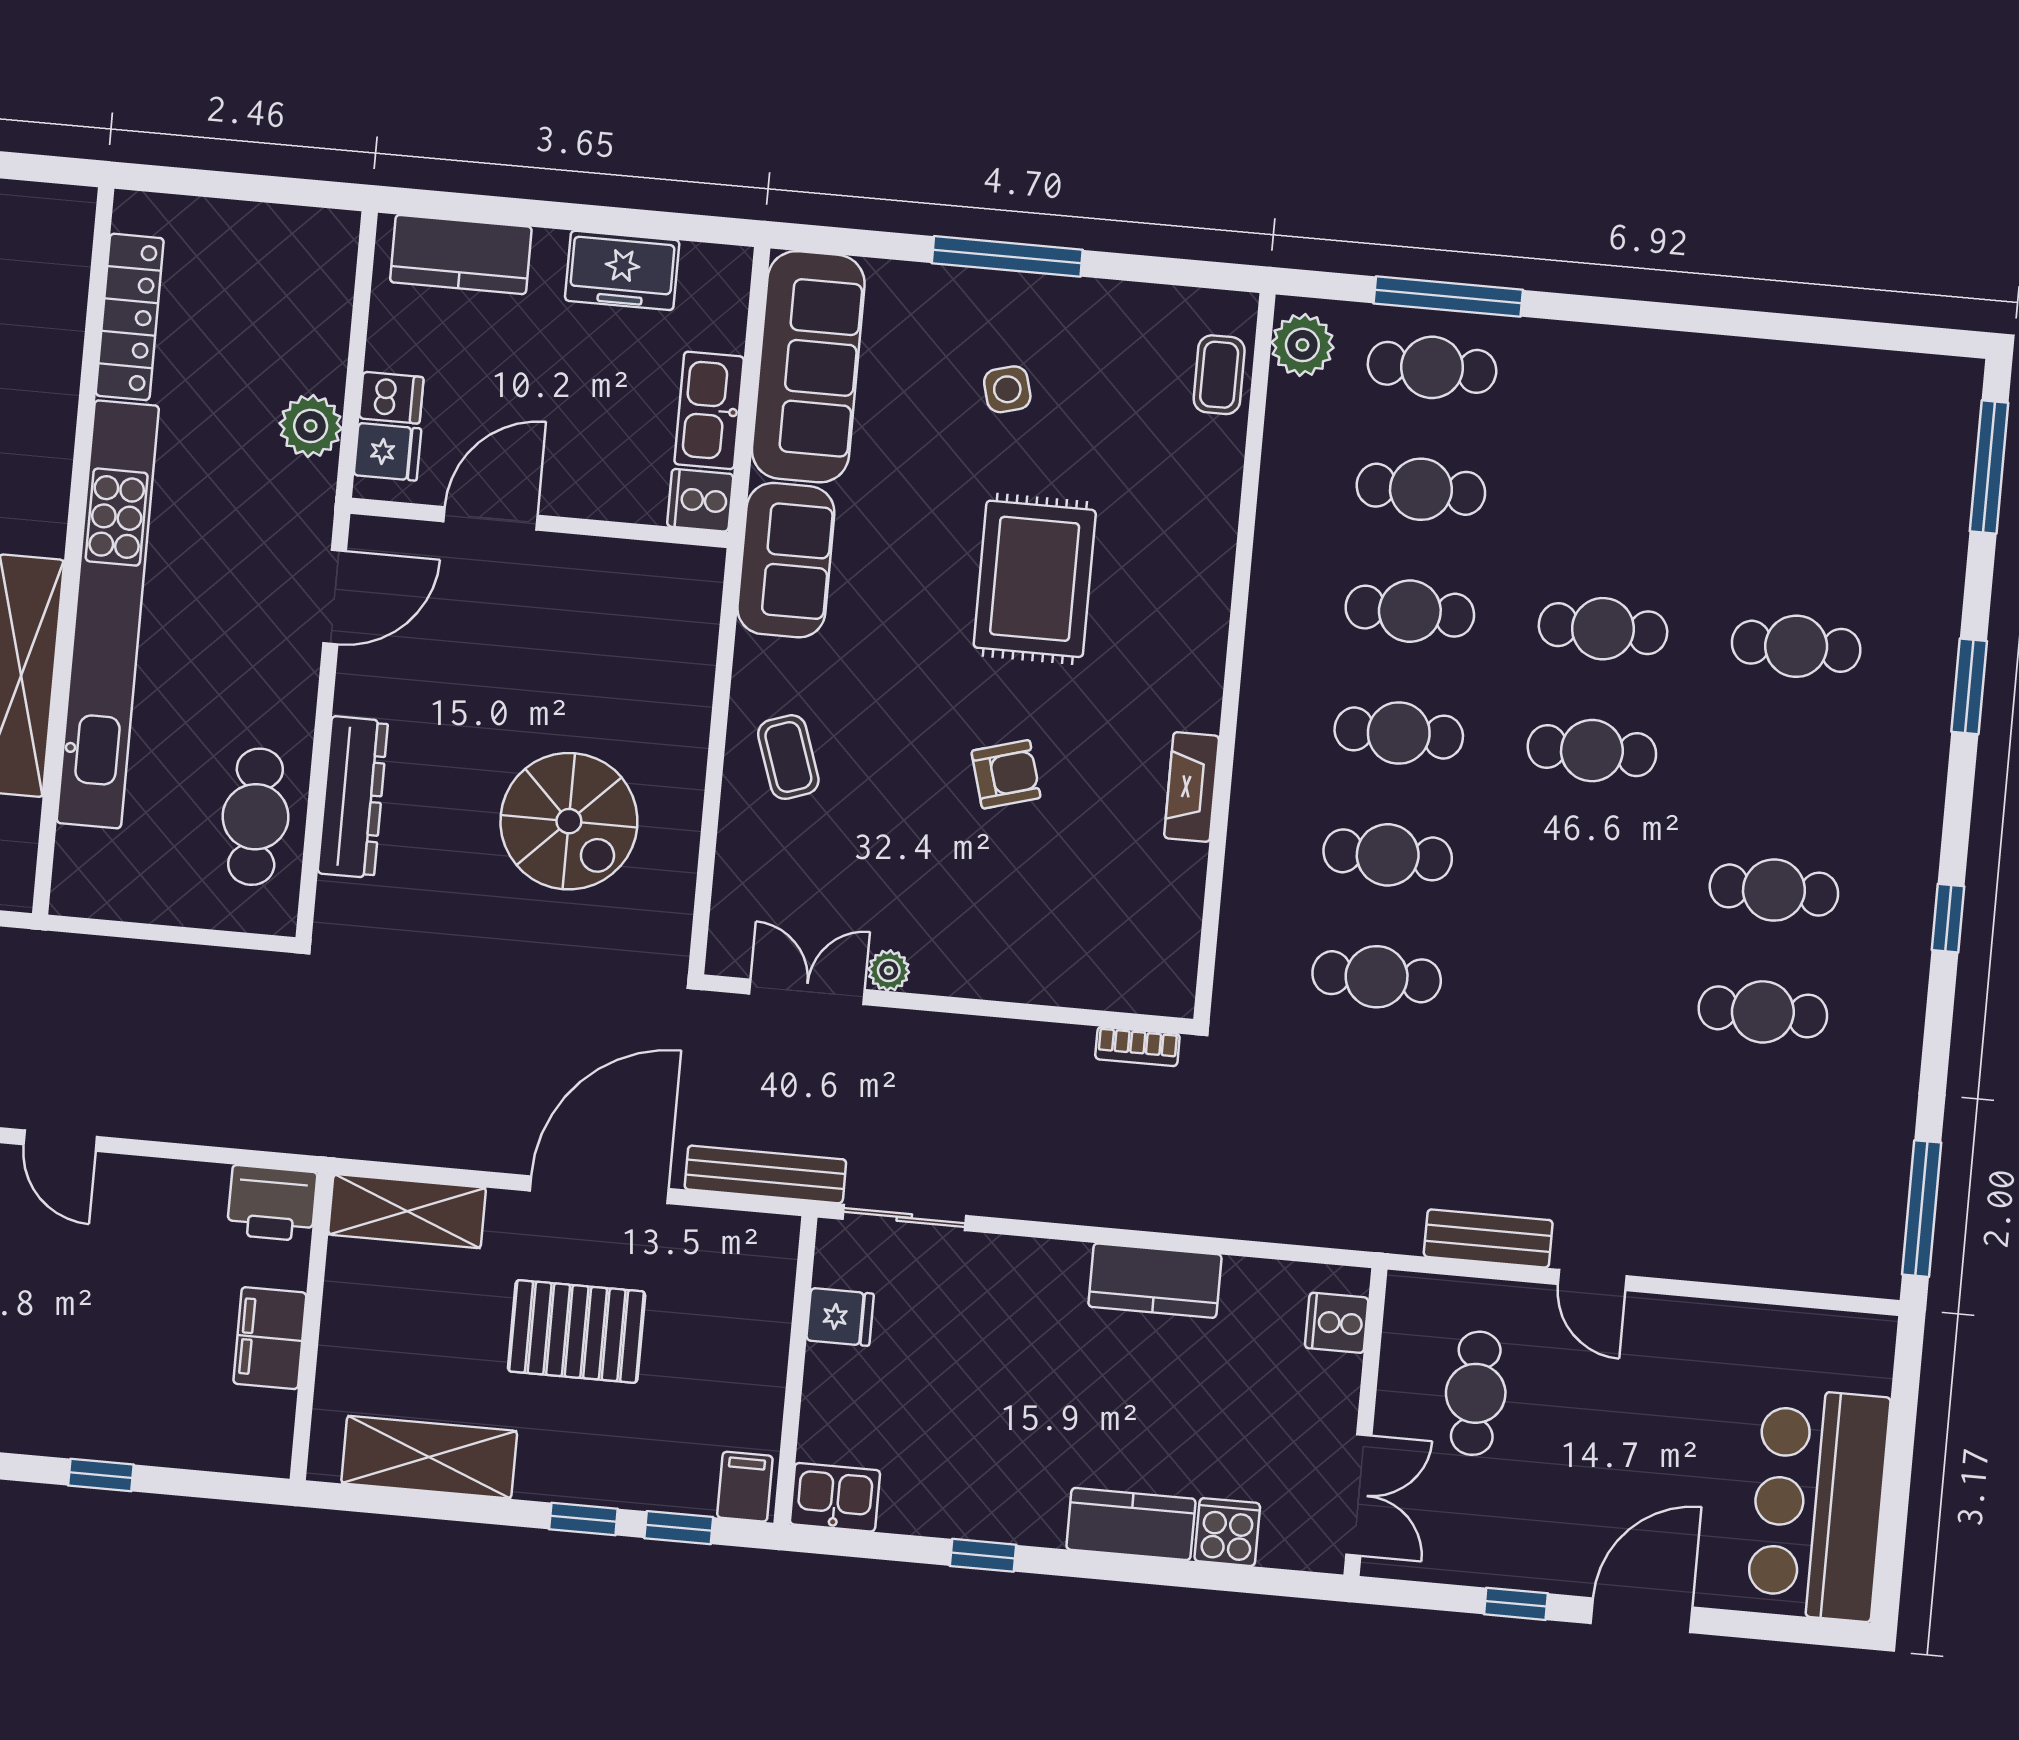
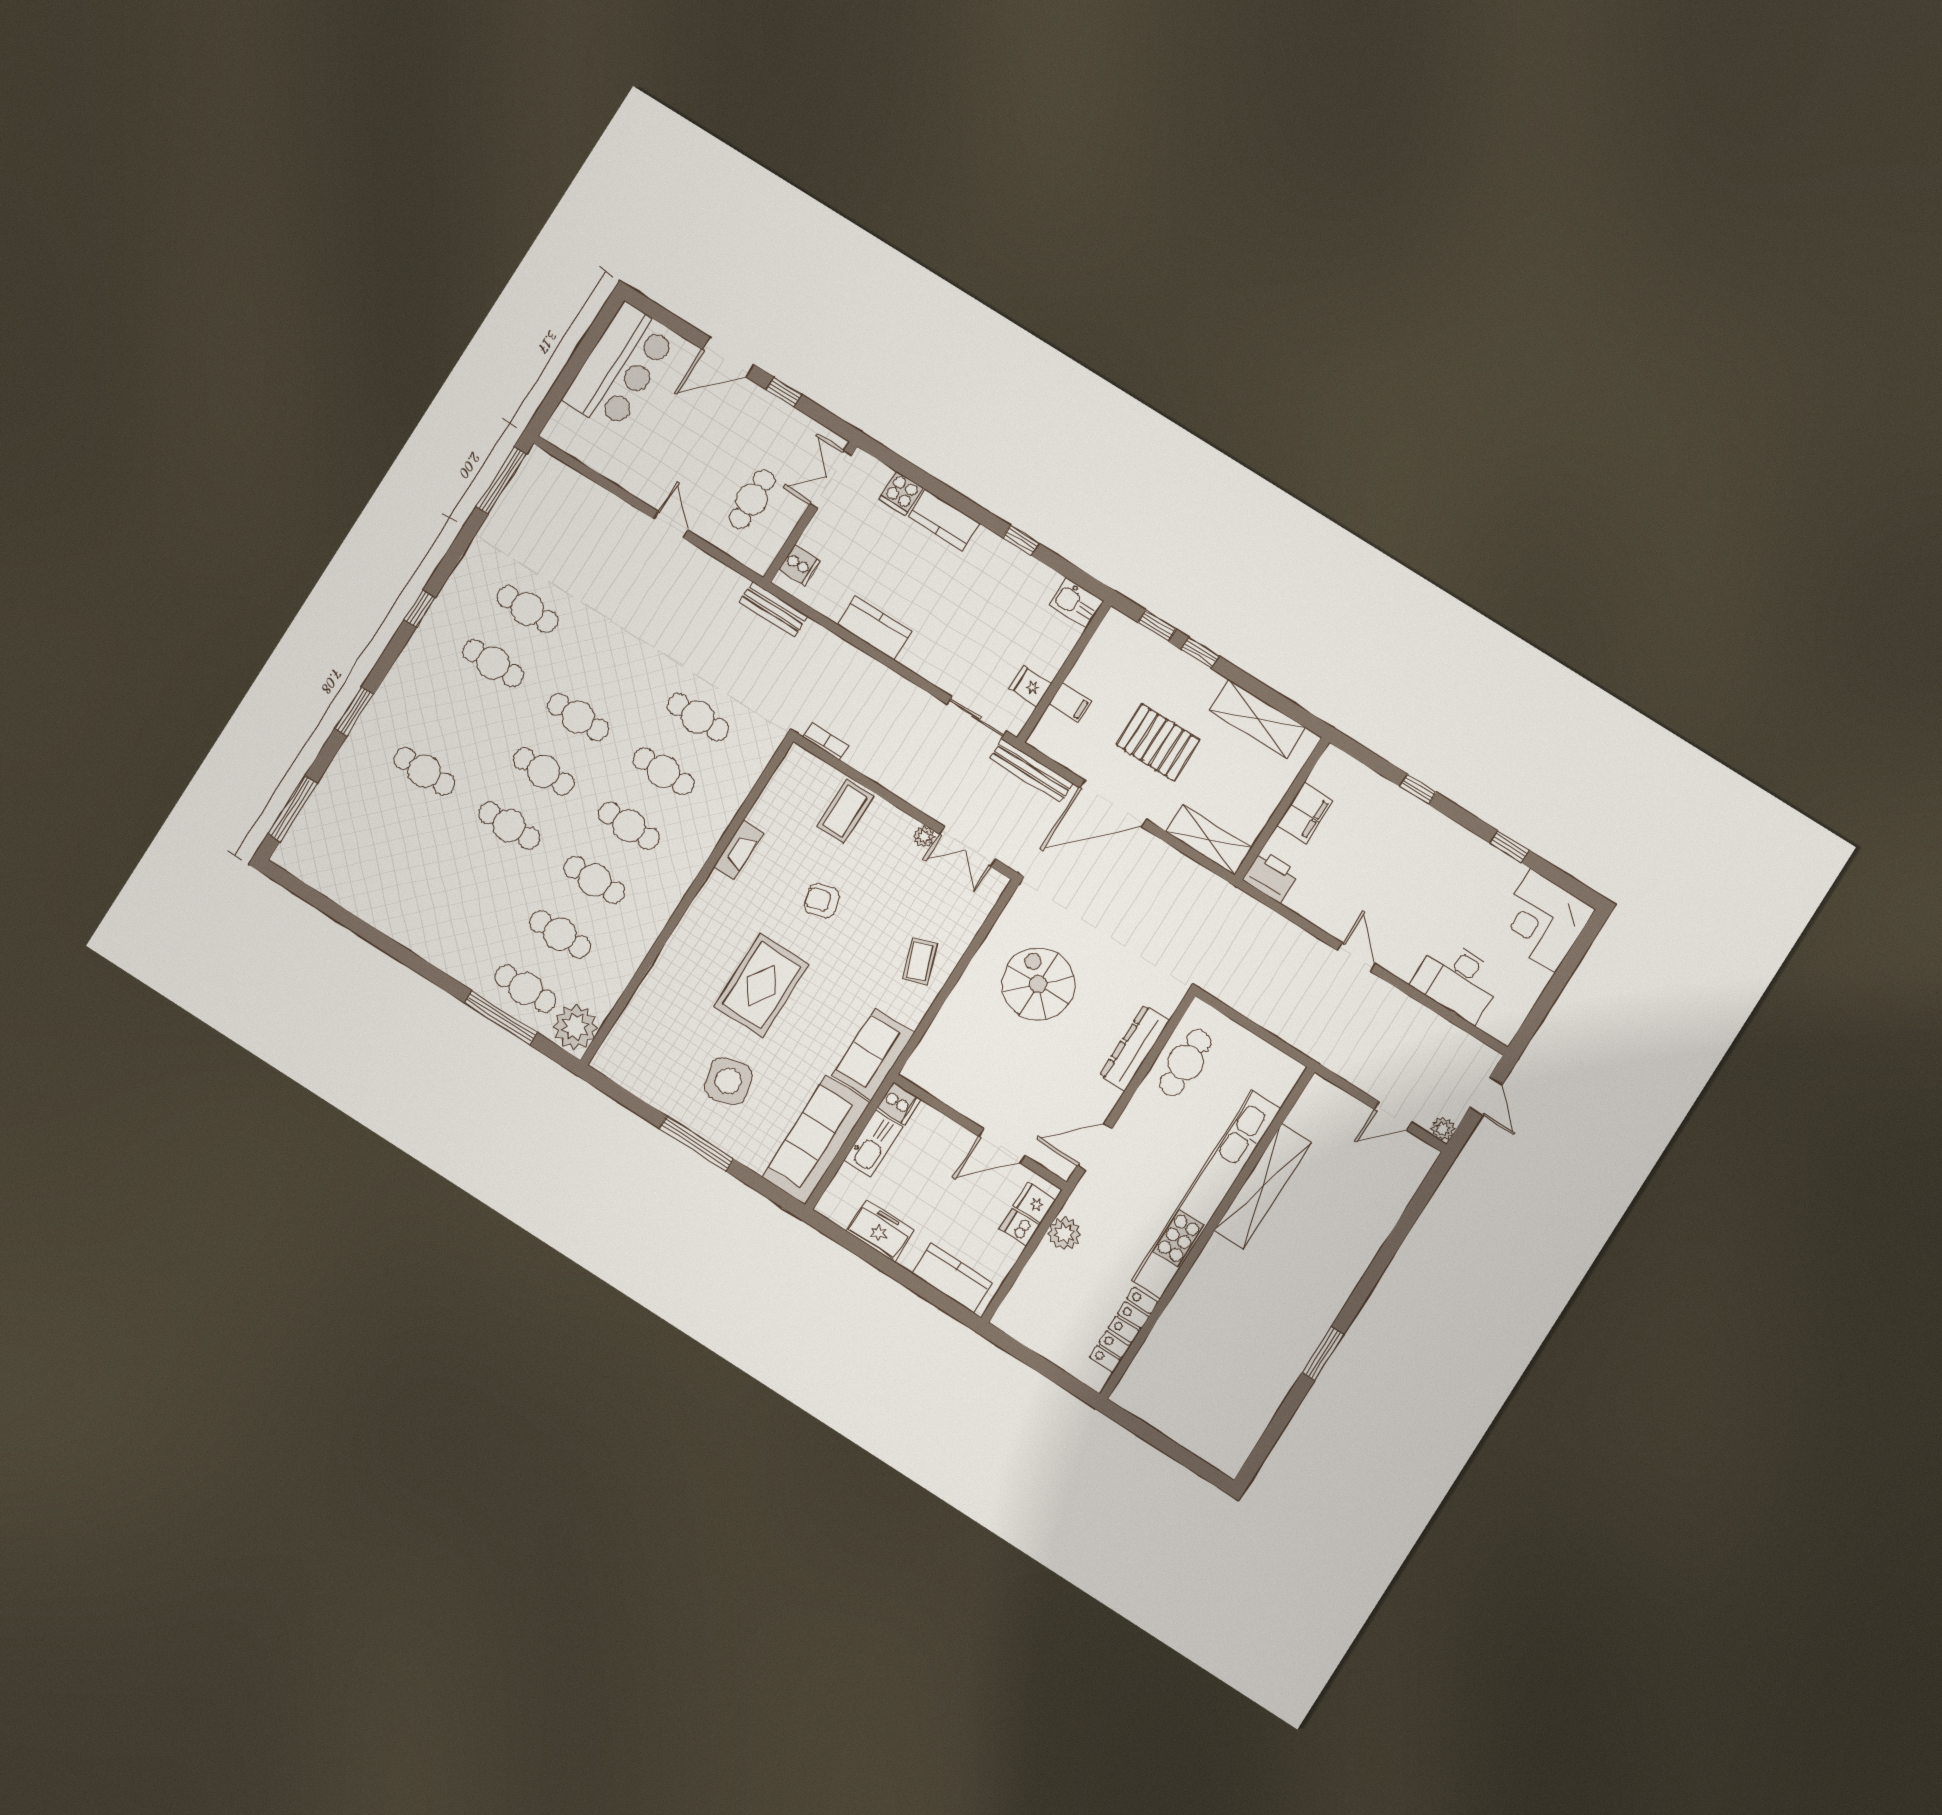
plant: (1302, 345) -> (575, 1027), width x1.36, depth x1.36
coffee table: (1219, 375) -> (845, 811), moved, width x1.36, depth x1.30
side table: (1007, 389) -> (728, 1081), width x1.87, depth x1.87
cafe table: (1581, 872) -> (578, 717), added
bench: (1488, 1238) -> (774, 609), moved
filing cabinet: (745, 1487) -> (1070, 703), moved, turned -90

